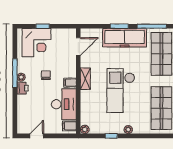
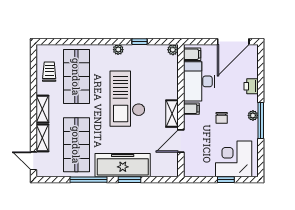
door: (78, 47) -> (181, 141), moved
printer: (23, 88) -> (251, 86), moved
checkout: (121, 91) -> (128, 99), turned 180
door: (37, 136) -> (233, 42), width x1.87

